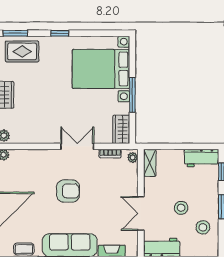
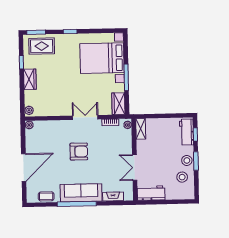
workbench: (202, 158) -> (186, 132), moved, turned 90
stool: (181, 208) -> (187, 160), moved

